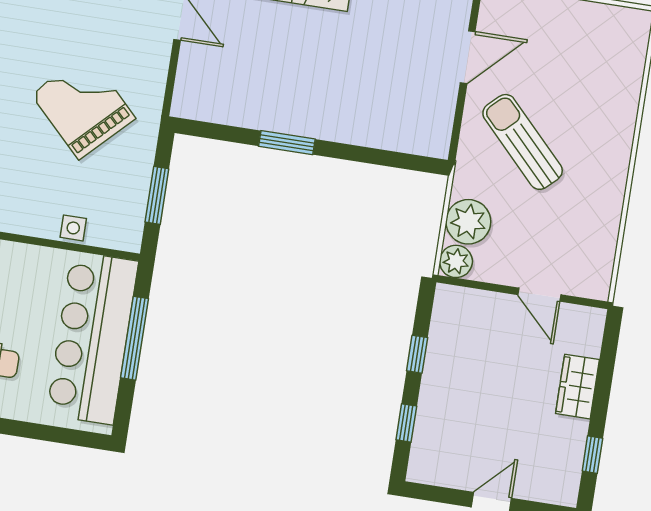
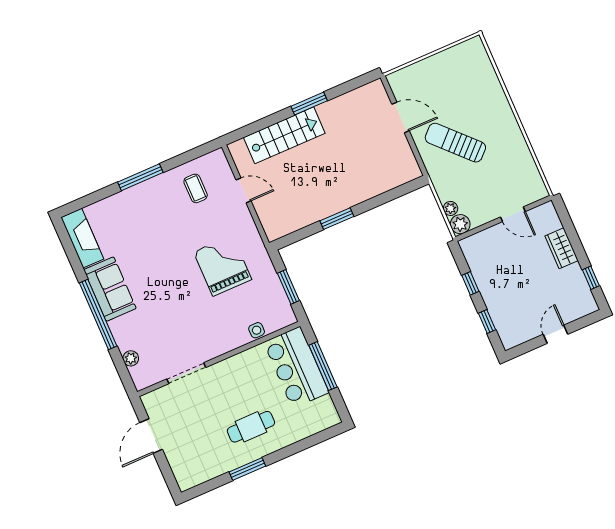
door: (468, 57) -> (401, 117), hinge flipped
grand piano: (83, 106) -> (222, 266), turned 45
plant: (468, 222) -> (450, 208), width x0.53, depth x0.53
bar counter: (92, 338) -> (296, 367), width x0.73

